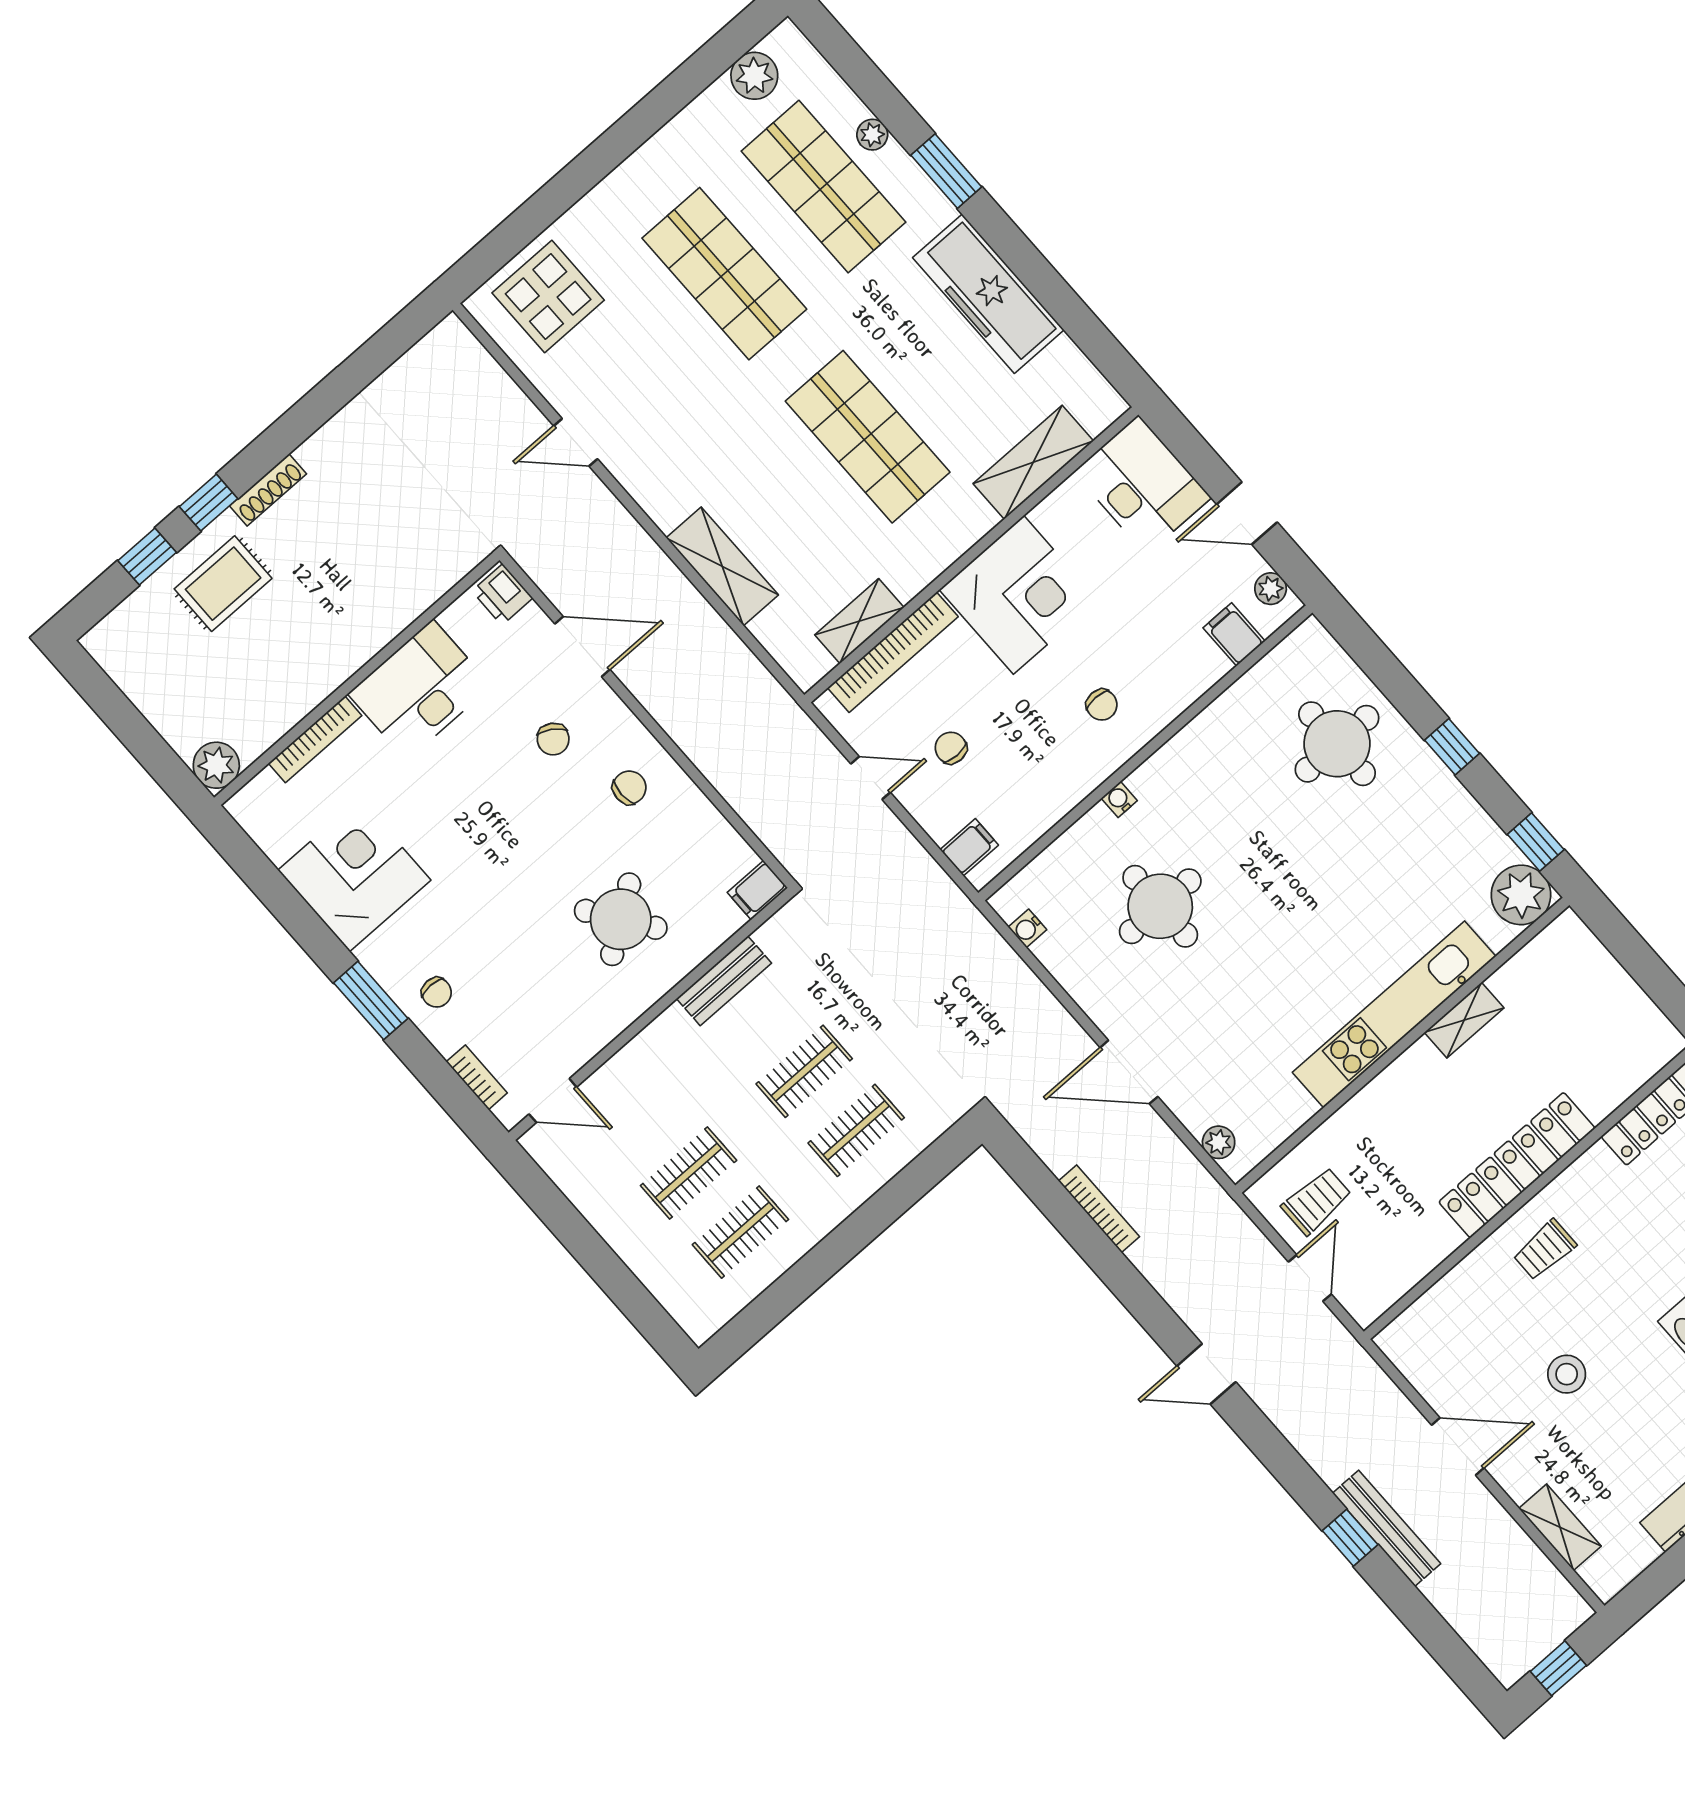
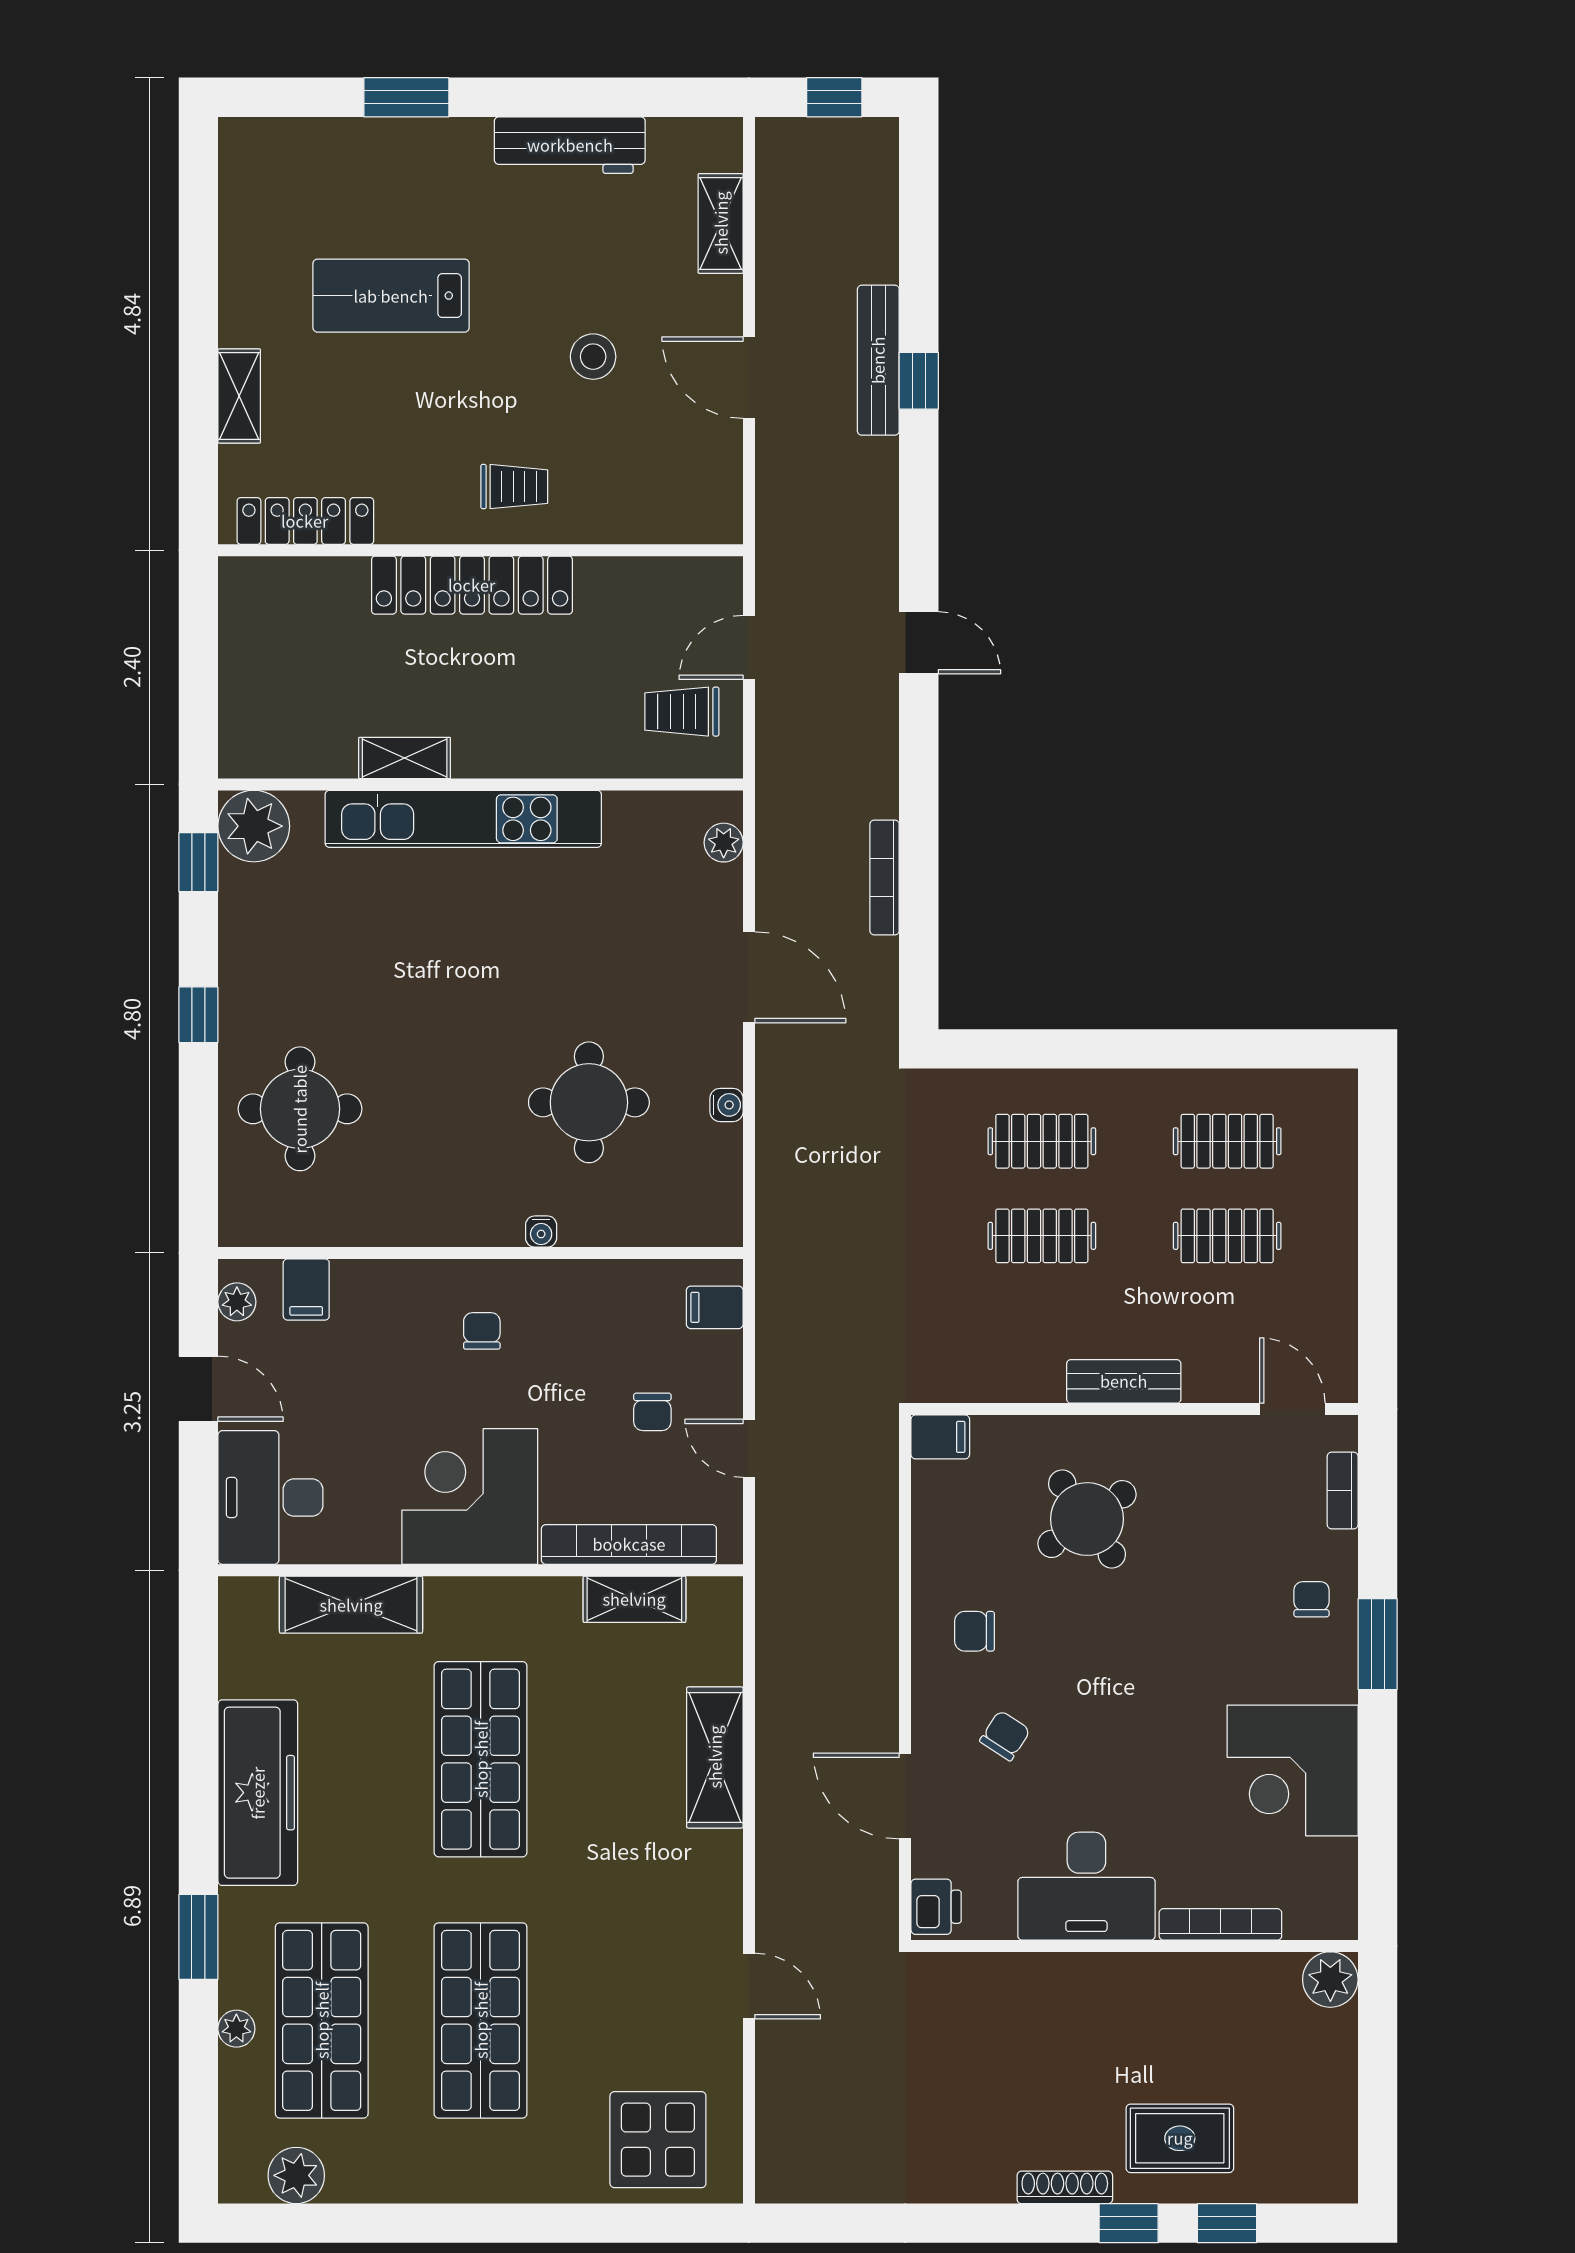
water cooler: (1027, 928) -> (727, 1105), moved
bench: (724, 981) -> (1124, 1381), moved

